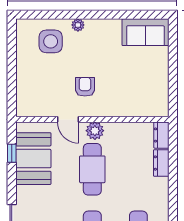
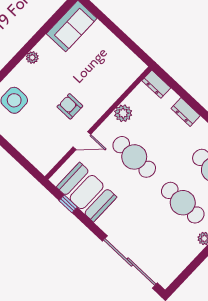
plant: (78, 25) -> (32, 58), moved
plant: (95, 131) -> (123, 113), moved
dresser: (161, 163) -> (186, 112), moved

